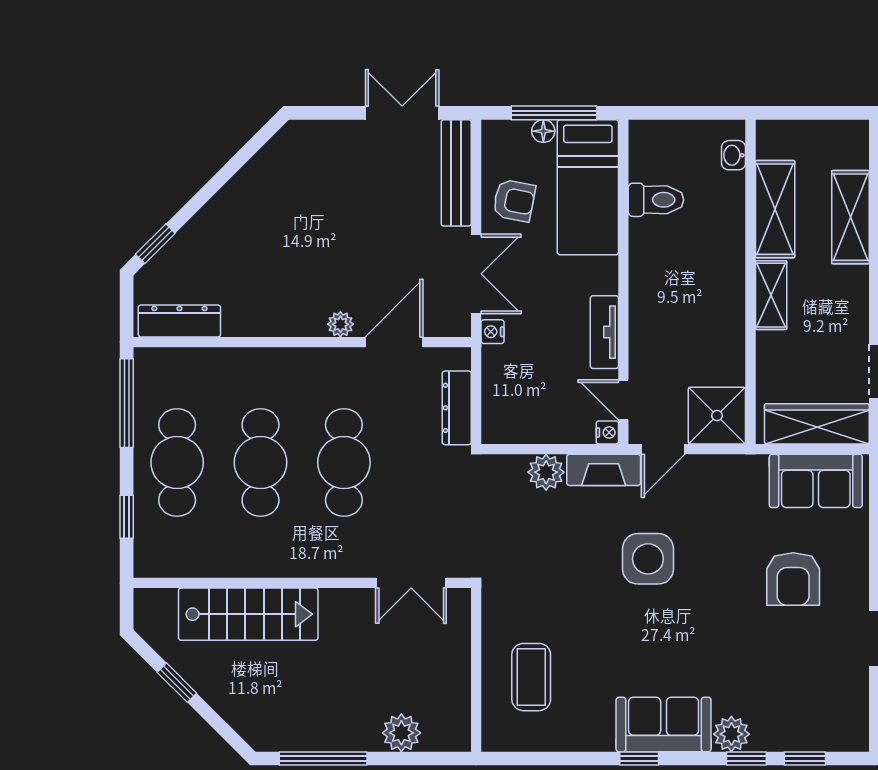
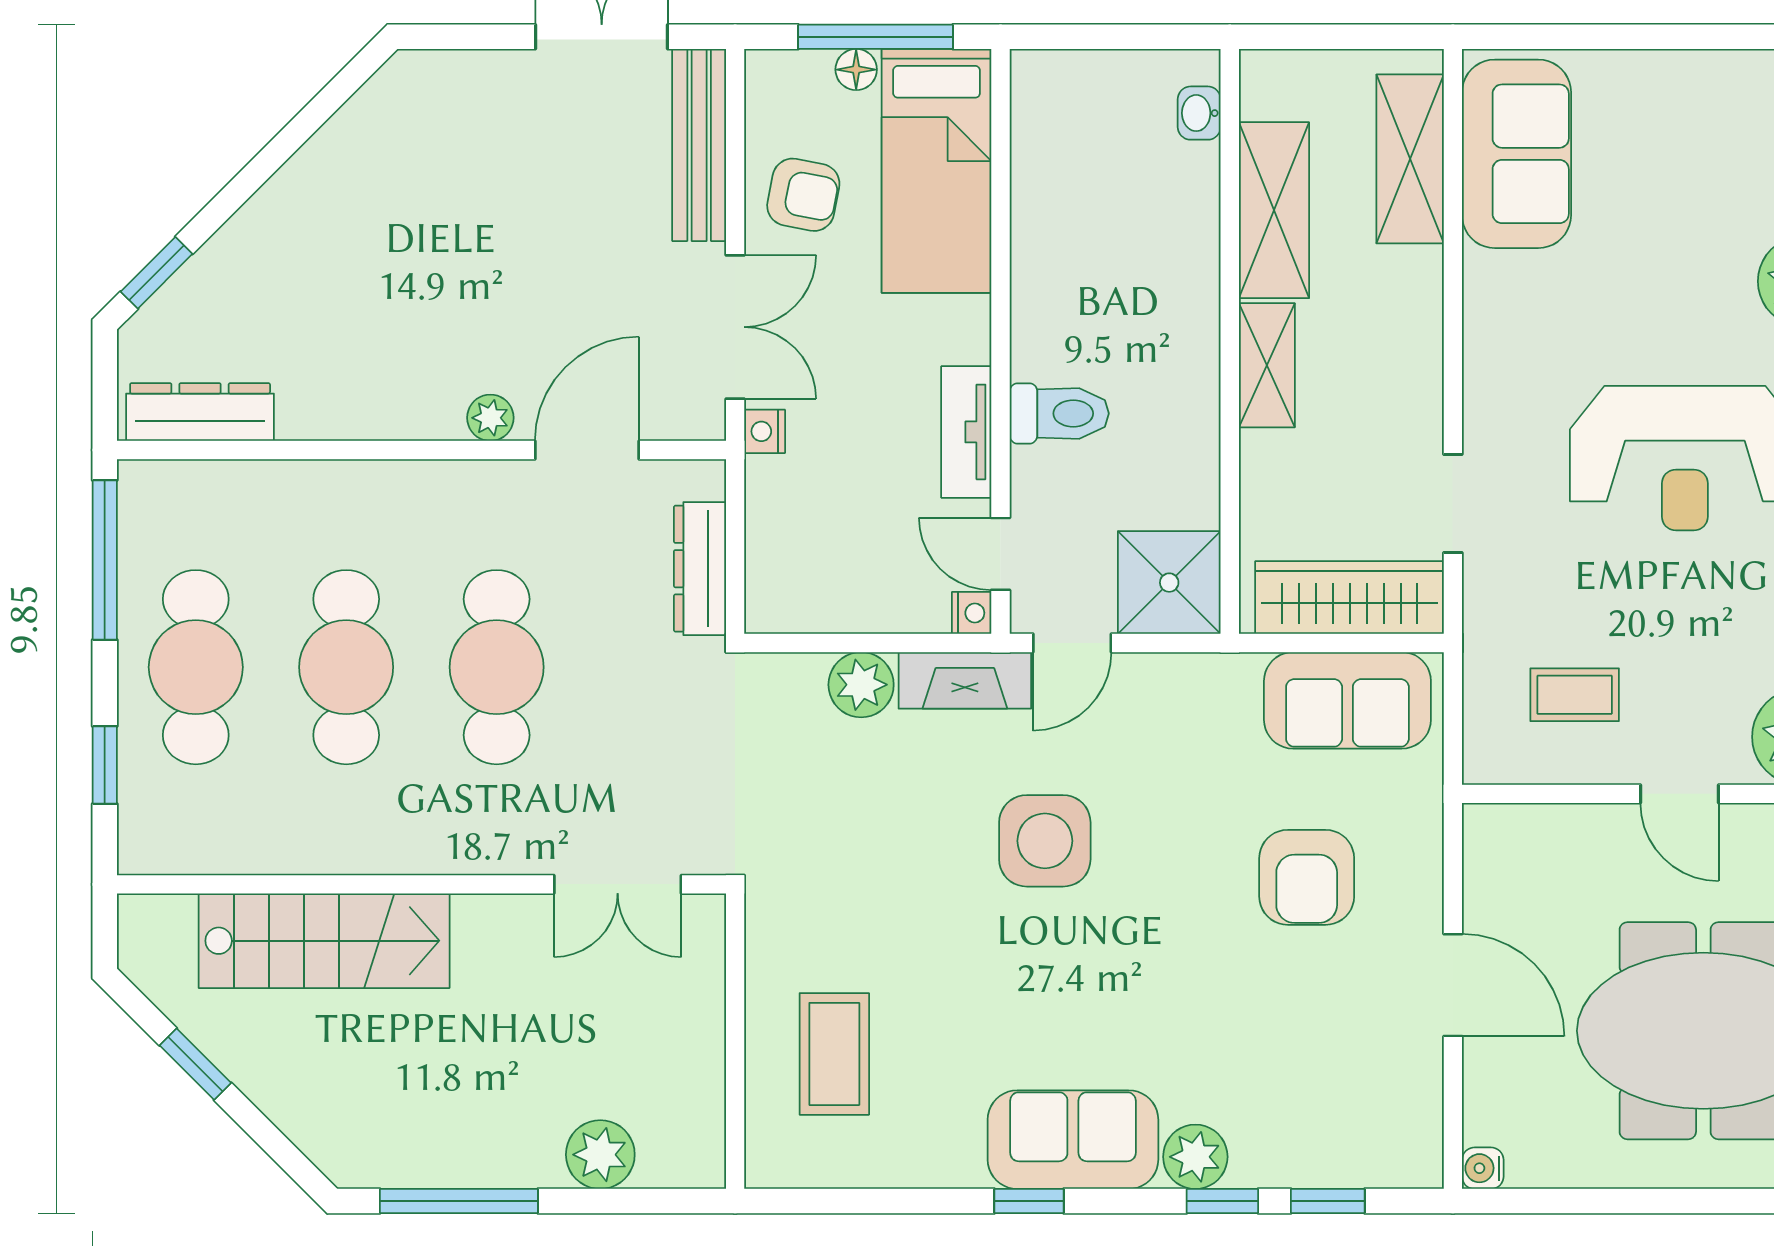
toilet: (656, 200) -> (1059, 413), moved
shelving: (851, 217) -> (1410, 159), moved

